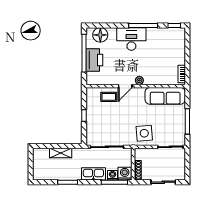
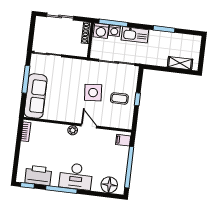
printer: (94, 60) -> (38, 175), moved, turned 90
filing cabinet: (93, 77) -> (123, 140), added
door: (125, 86) -> (89, 126), hinge flipped
sofa: (165, 96) -> (36, 96), moved, turned 90
coffee table: (109, 97) -> (119, 98), moved
side table: (144, 133) -> (93, 93), moved
shelving: (61, 153) -> (180, 63), moved

